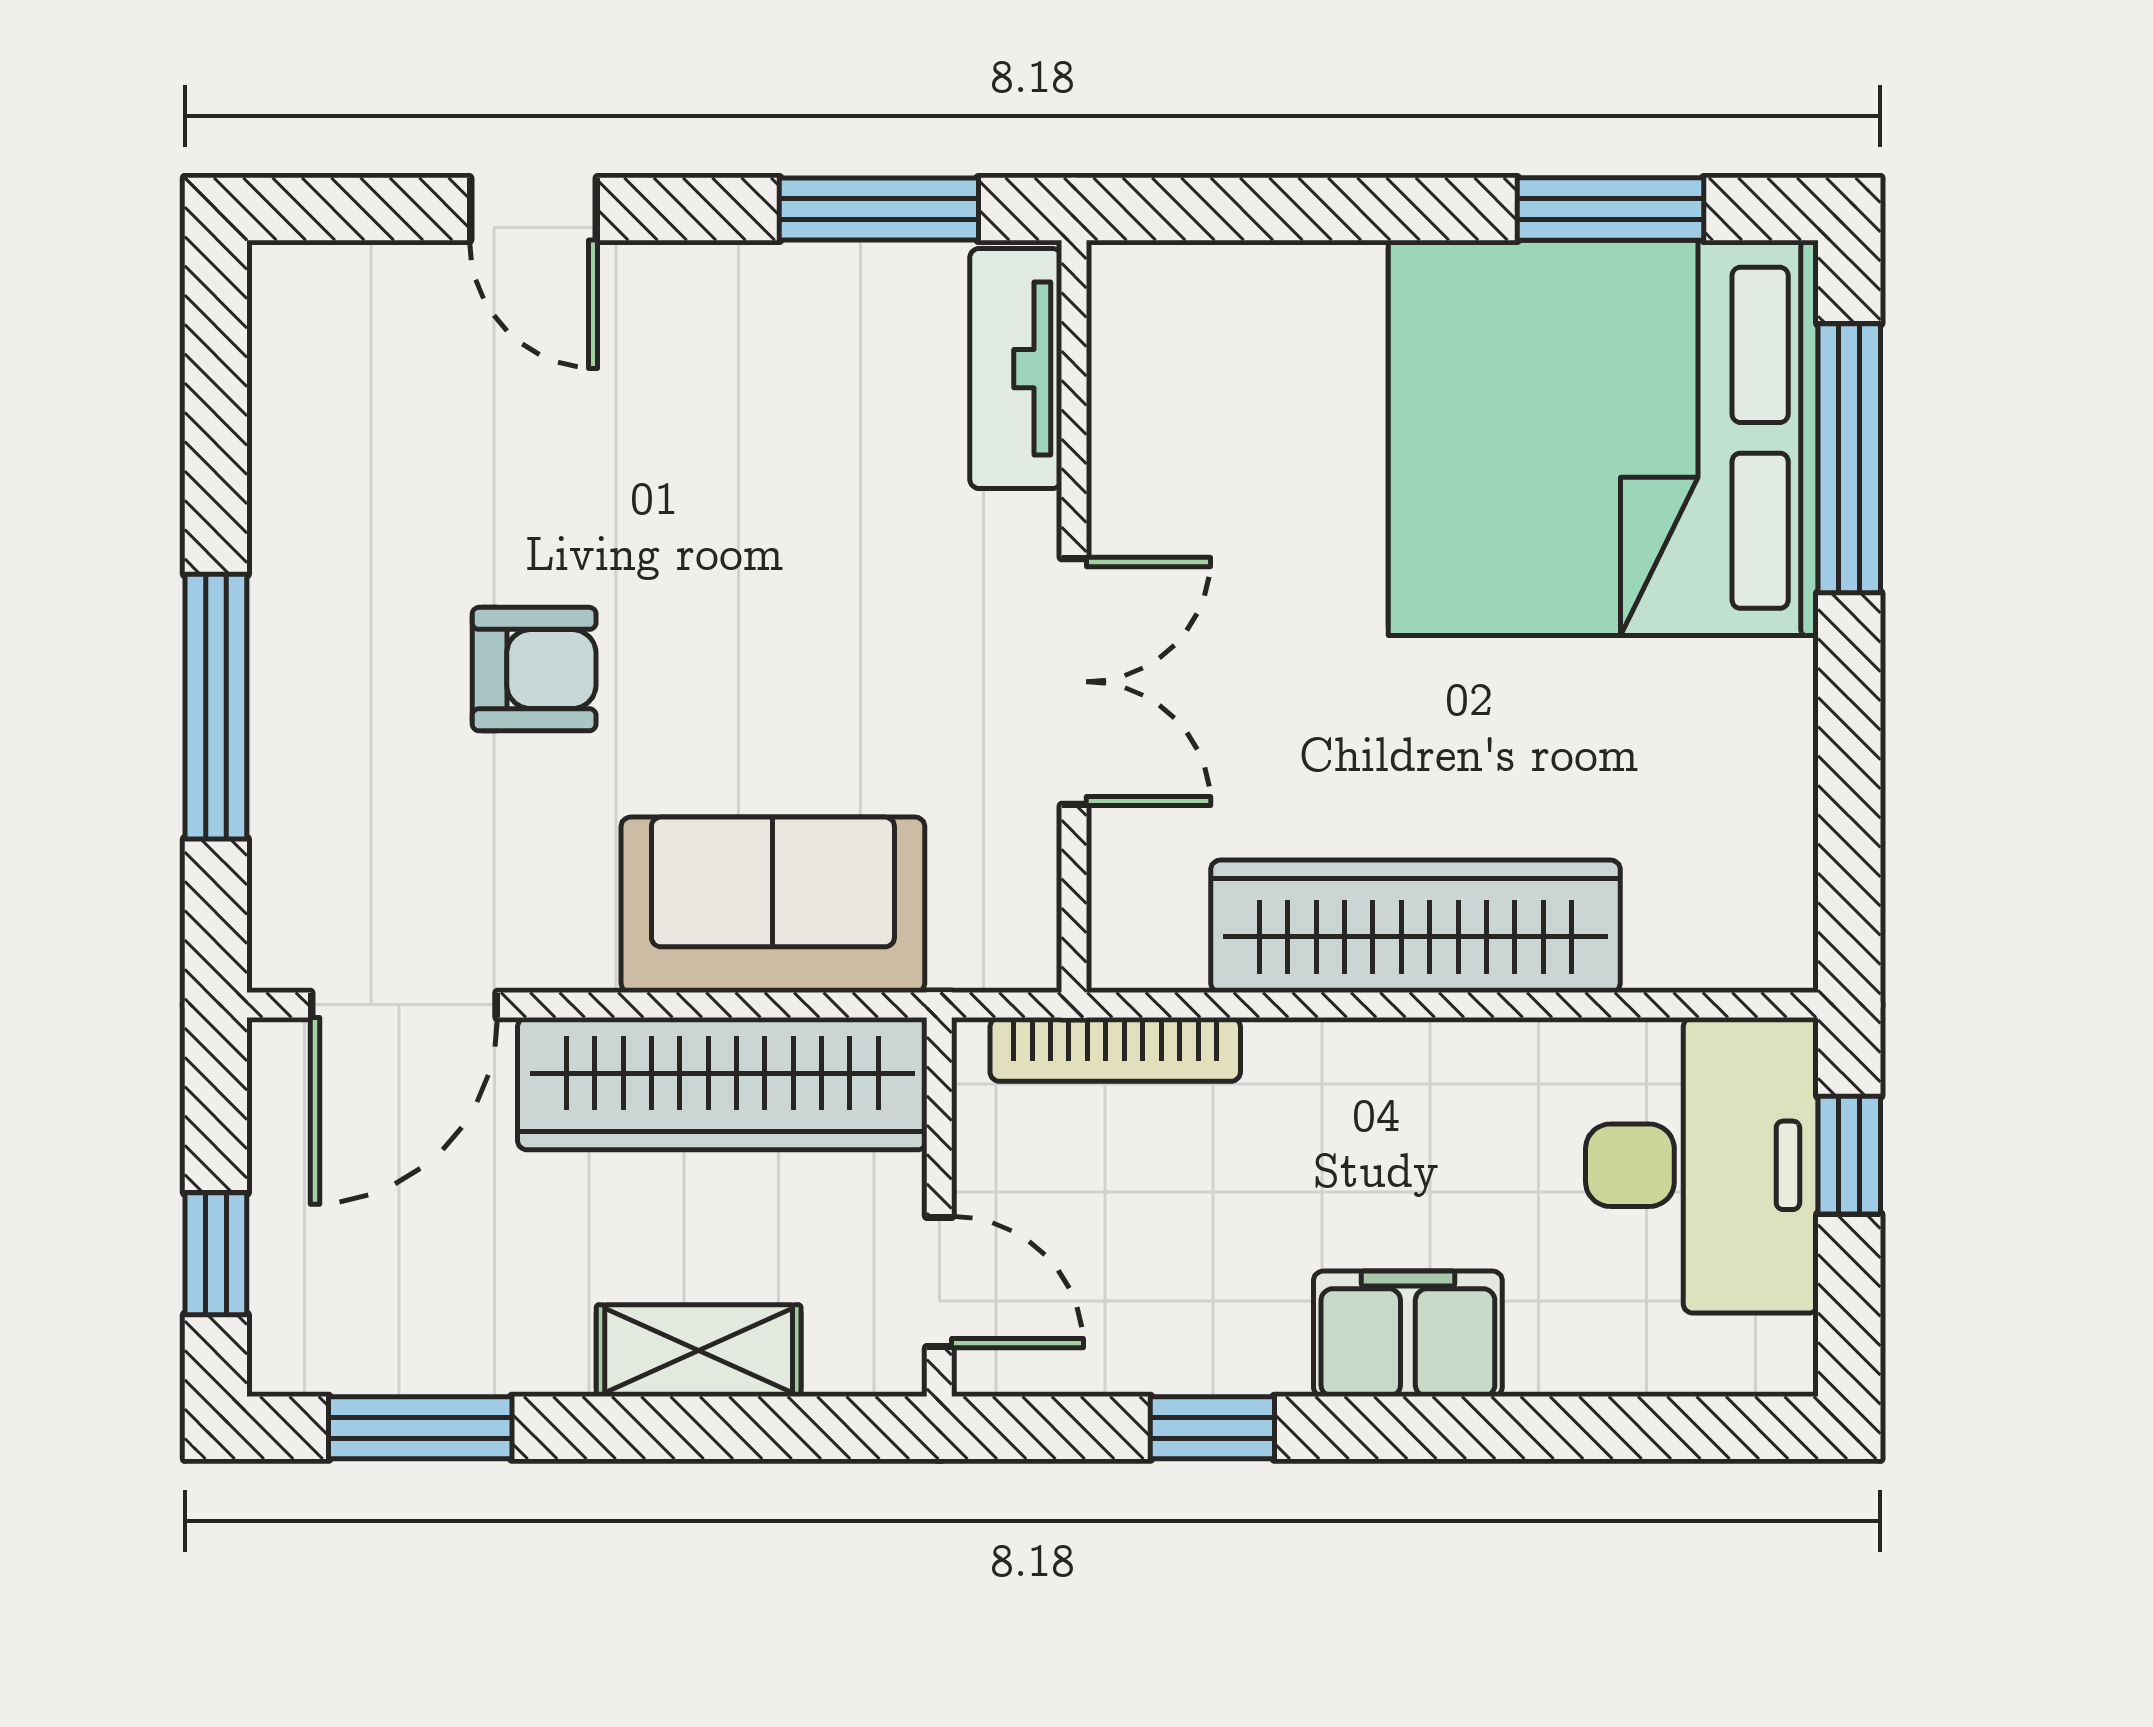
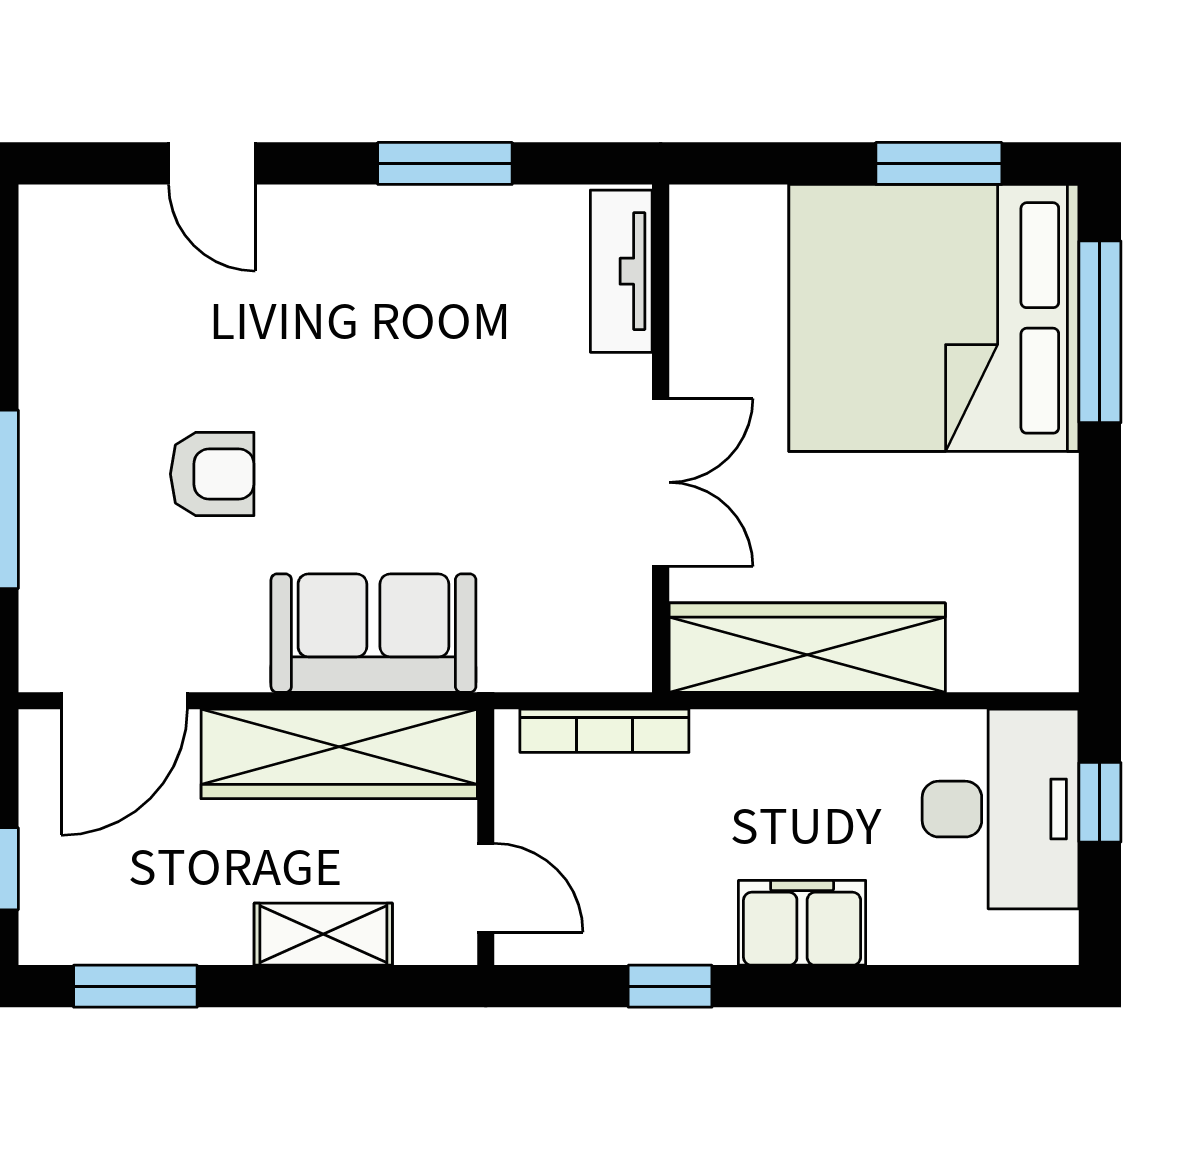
tv unit: (1016, 369) -> (621, 271), moved
wall: (1074, 616) -> (661, 438), moved
double door: (1074, 682) -> (661, 482), moved

